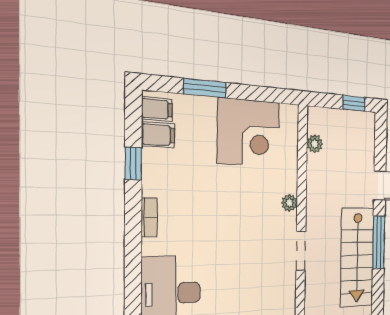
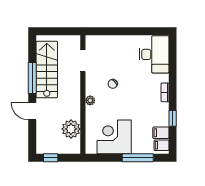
window: (205, 88) -> (138, 158), width x1.44
plant: (315, 144) -> (71, 129), width x1.88, depth x1.88
chair: (250, 234) -> (113, 84), added
doorway: (301, 251) -> (83, 61), moved

